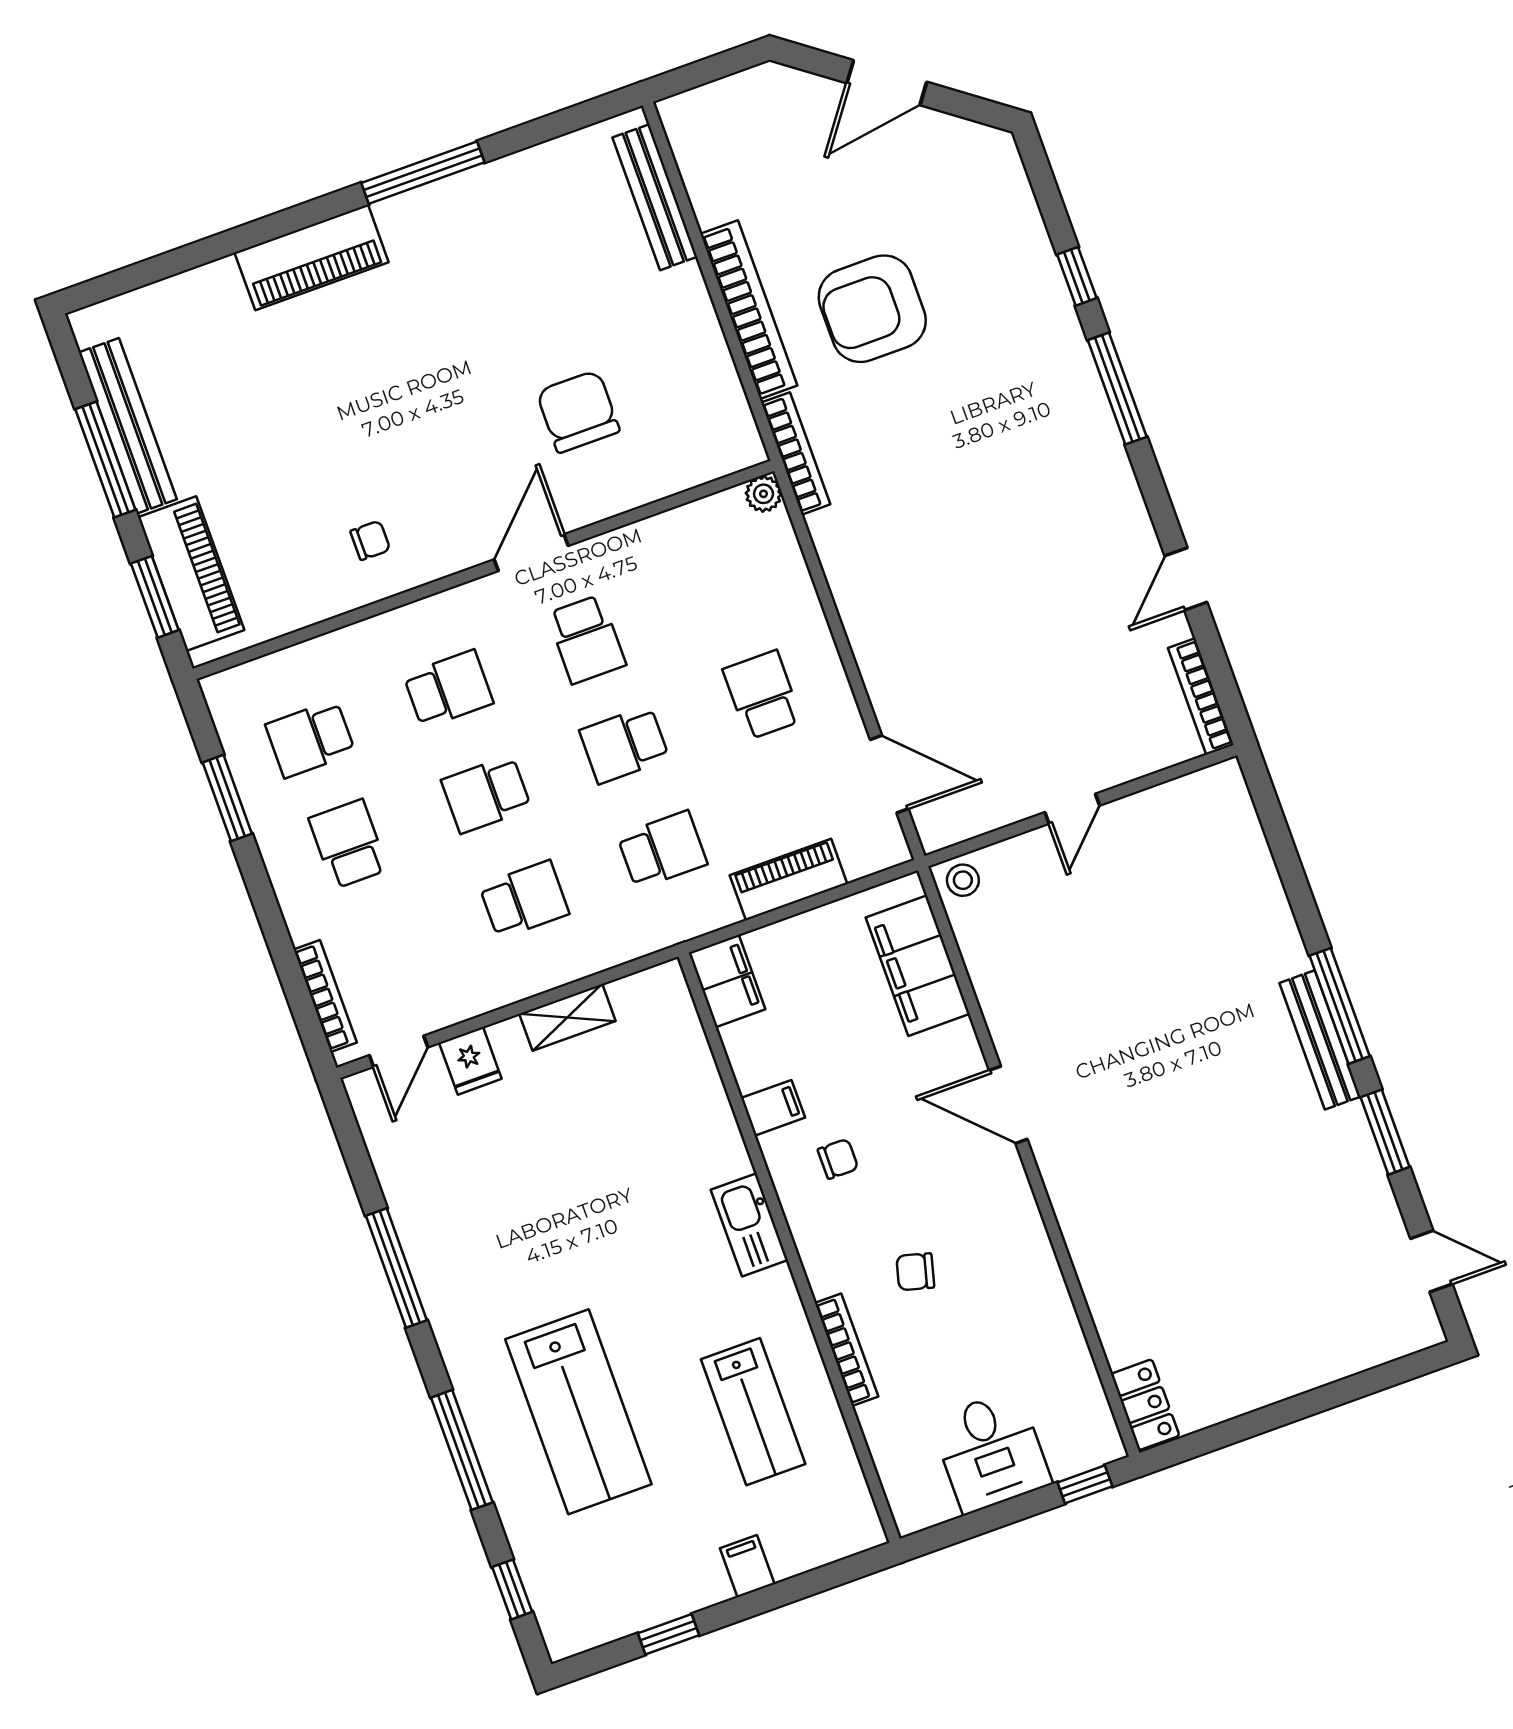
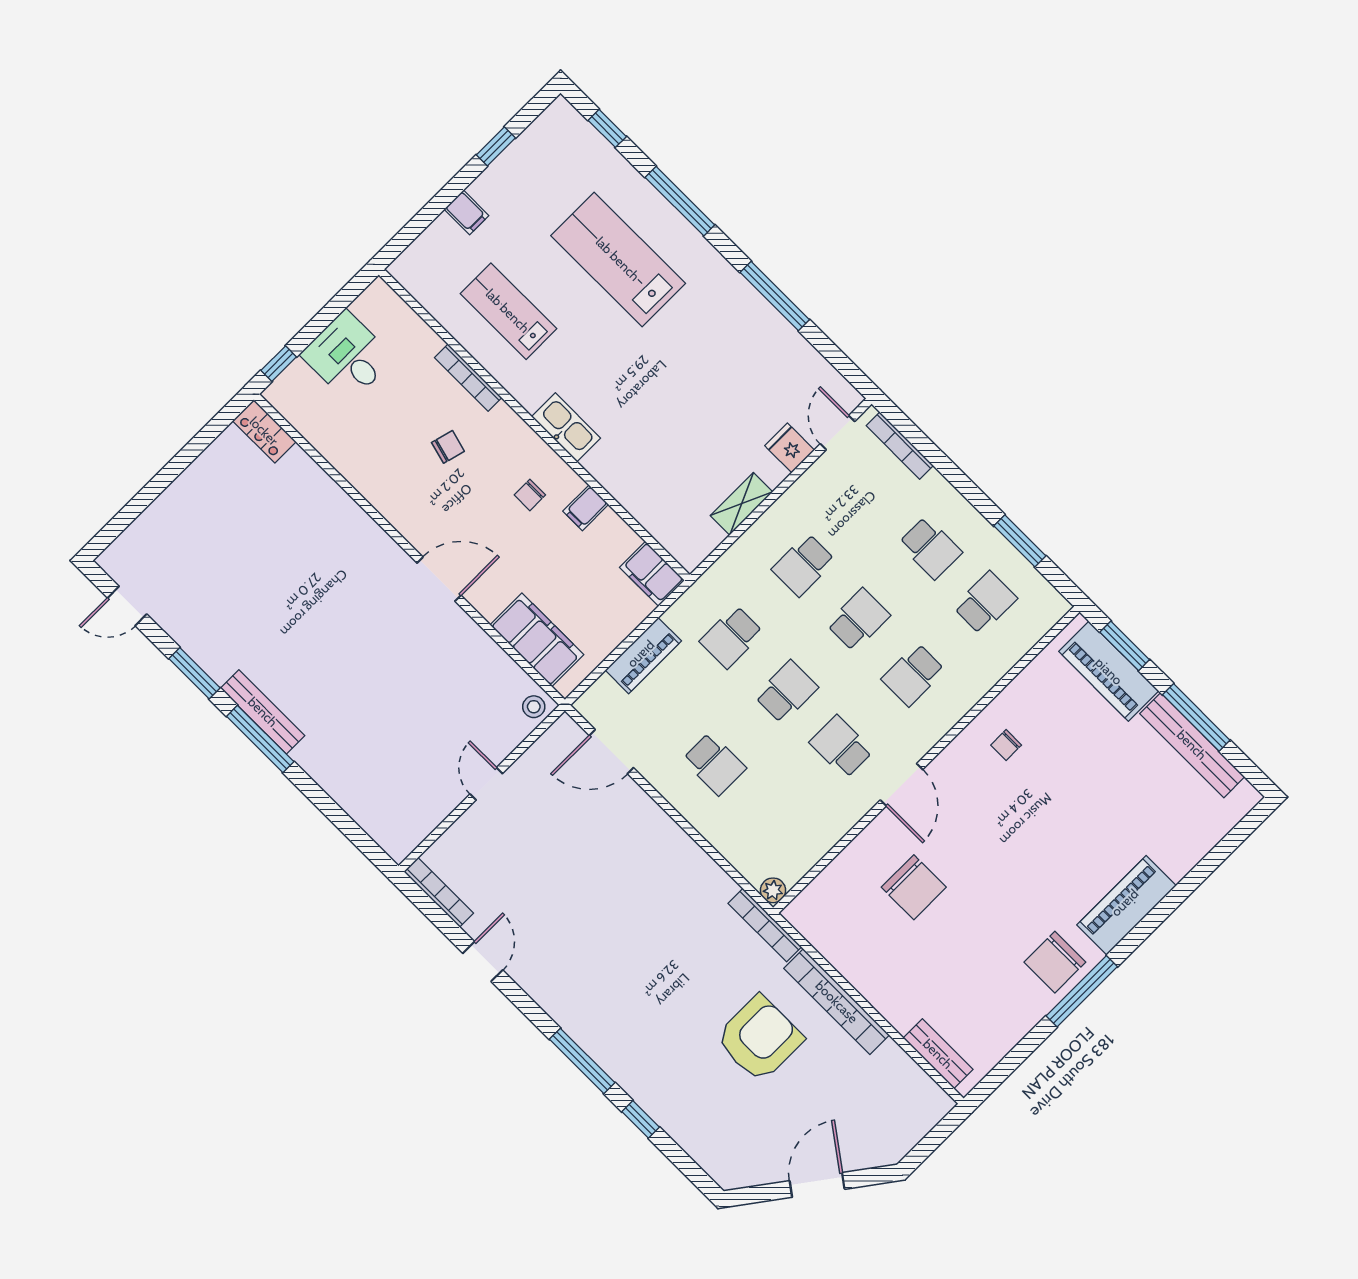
bench: (655, 197) -> (938, 1054), width x0.73
chair: (440, 227) -> (1055, 962), added

